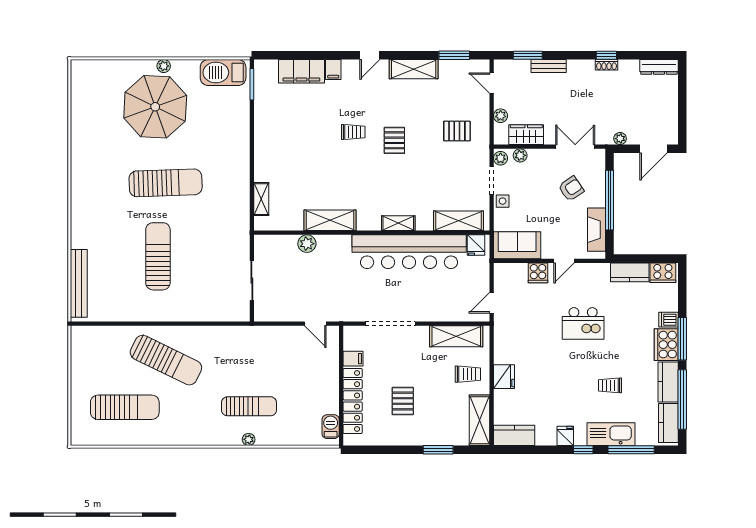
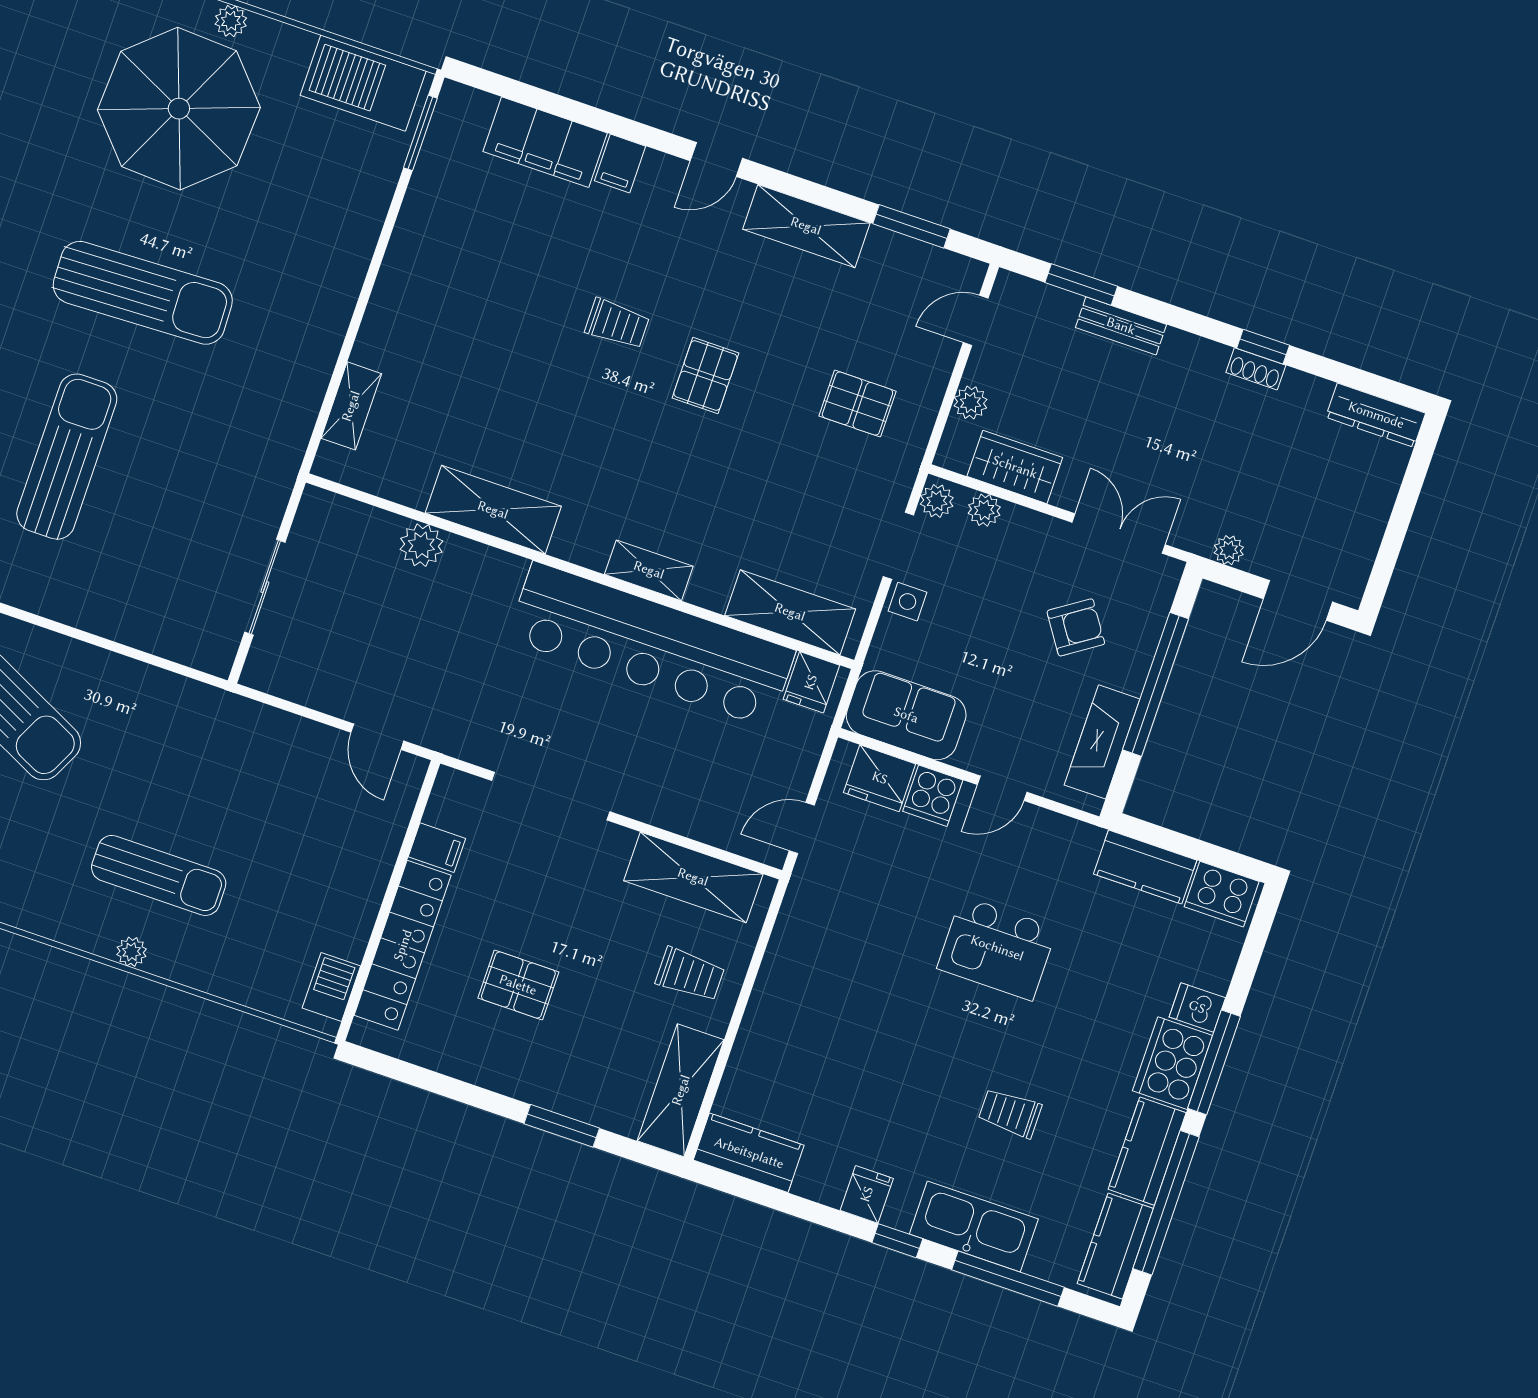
door: (492, 83) -> (976, 320), hinge flipped
fridge: (504, 377) -> (880, 778), moved, turned 90
pallet: (403, 401) -> (518, 985), turned 90

